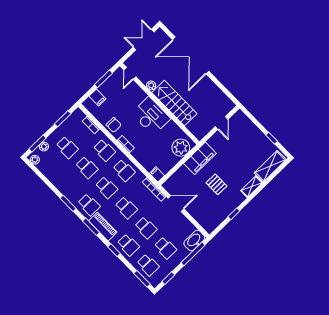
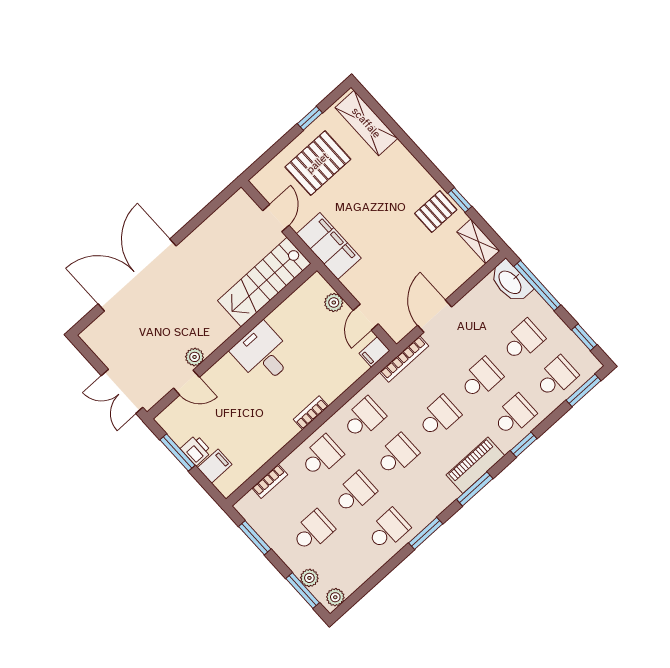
double door: (144, 40) -> (122, 391), moved
double door: (191, 55) -> (137, 275), swing flipped
door: (130, 73) -> (186, 383), moved
printer: (105, 88) -> (196, 450), added
stairs: (174, 103) -> (264, 282), moved
desk: (151, 116) -> (263, 354), width x0.73
door: (221, 123) -> (276, 218), hinge flipped
chair: (114, 125) -> (271, 435), removed
pallet: (249, 143) -> (318, 163), added
plant: (181, 148) -> (334, 303), width x0.53, depth x0.53
filing cabinet: (200, 158) -> (329, 246), moved
door: (174, 169) -> (366, 317), added
pallet: (216, 184) -> (436, 212), moved
shelving: (252, 187) -> (478, 241), moved
school desk: (89, 205) -> (388, 530), moved

